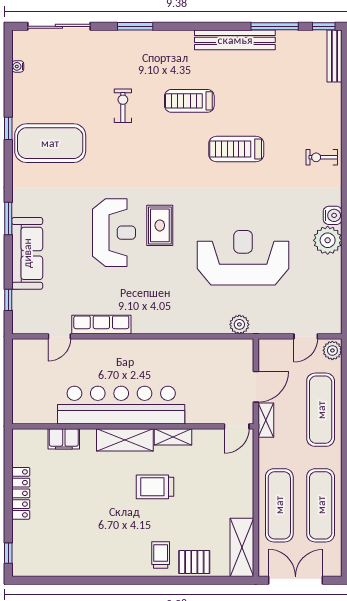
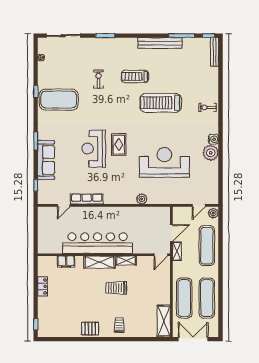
treadmill: (236, 149) -> (161, 103), width x1.37, depth x1.38
reception desk: (114, 233) -> (94, 149), turned 180
plant: (239, 324) -> (142, 199), moved
locker: (21, 493) -> (43, 286), width x0.66
pallet: (194, 562) -> (90, 329), moved

